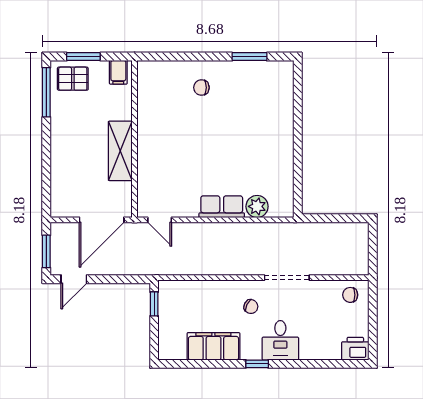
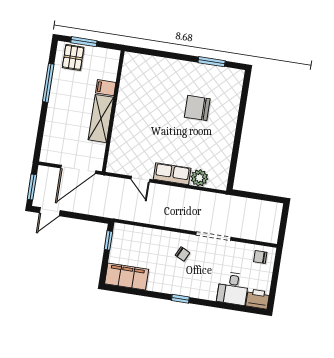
filing cabinet: (118, 72) -> (106, 88), moved, turned 90
pallet: (73, 79) -> (73, 57), turned 90
chair: (201, 88) -> (197, 108), moved, width x1.87, depth x1.87
window: (46, 92) -> (48, 83), moved
door: (160, 220) -> (140, 179), moved
desk: (280, 340) -> (233, 288), moved
filing cabinet: (213, 346) -> (127, 277), moved

